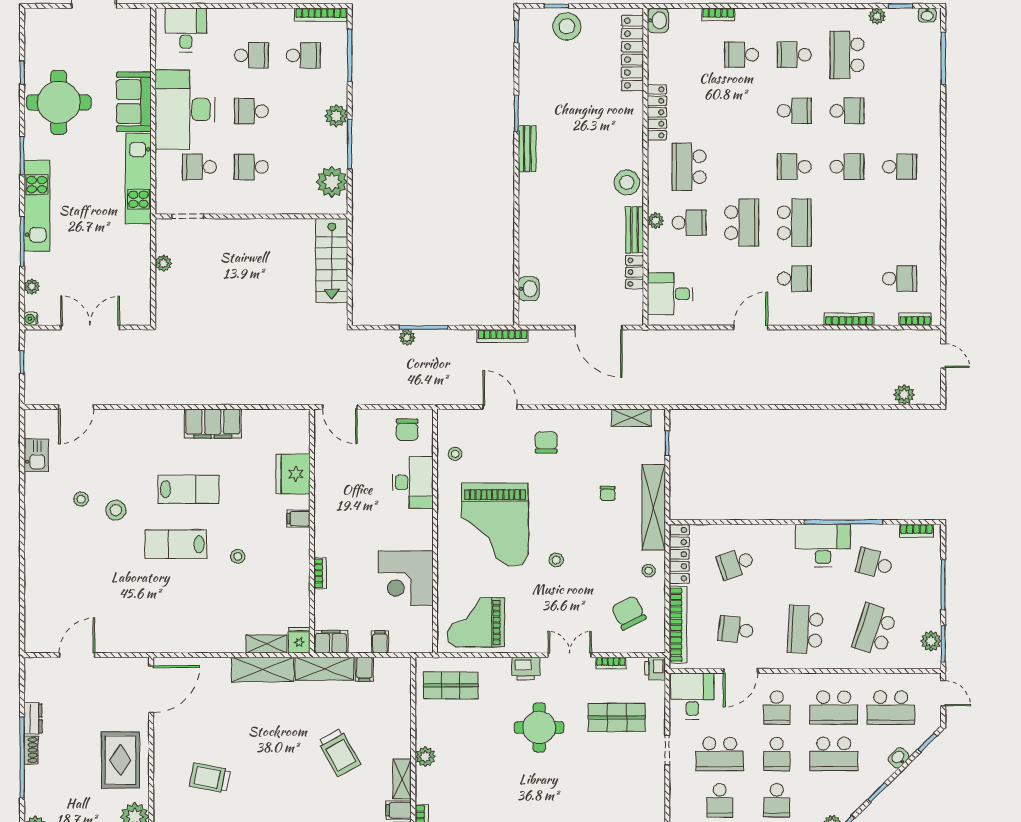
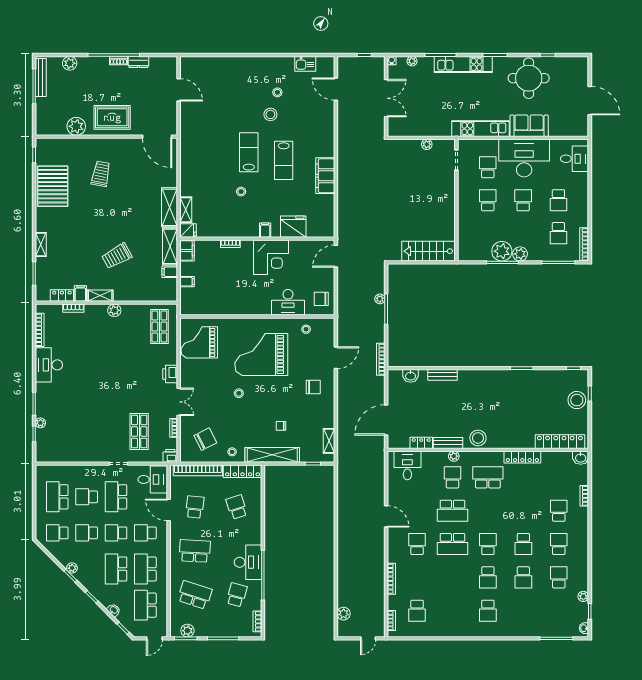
school desk: (847, 55) -> (559, 577), width x0.54
bench: (527, 149) -> (443, 375), moved
plant: (332, 182) -> (502, 251), moved
school desk: (689, 223) -> (452, 477), turned 180
school desk: (794, 279) -> (417, 544), turned 180
corner desk: (406, 578) -> (271, 257), moved, turned 180
grand piano: (476, 622) -> (199, 342), turned -90
round table: (539, 727) -> (133, 382), removed

